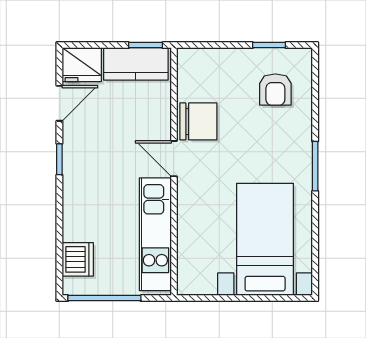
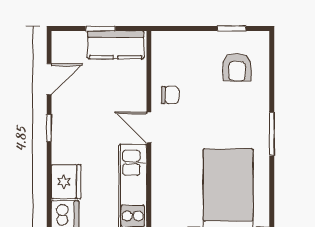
window: (146, 45) -> (100, 28), moved
fridge: (82, 65) -> (66, 182), moved, turned -90
chair: (198, 121) -> (170, 95), width x0.54, depth x0.54

